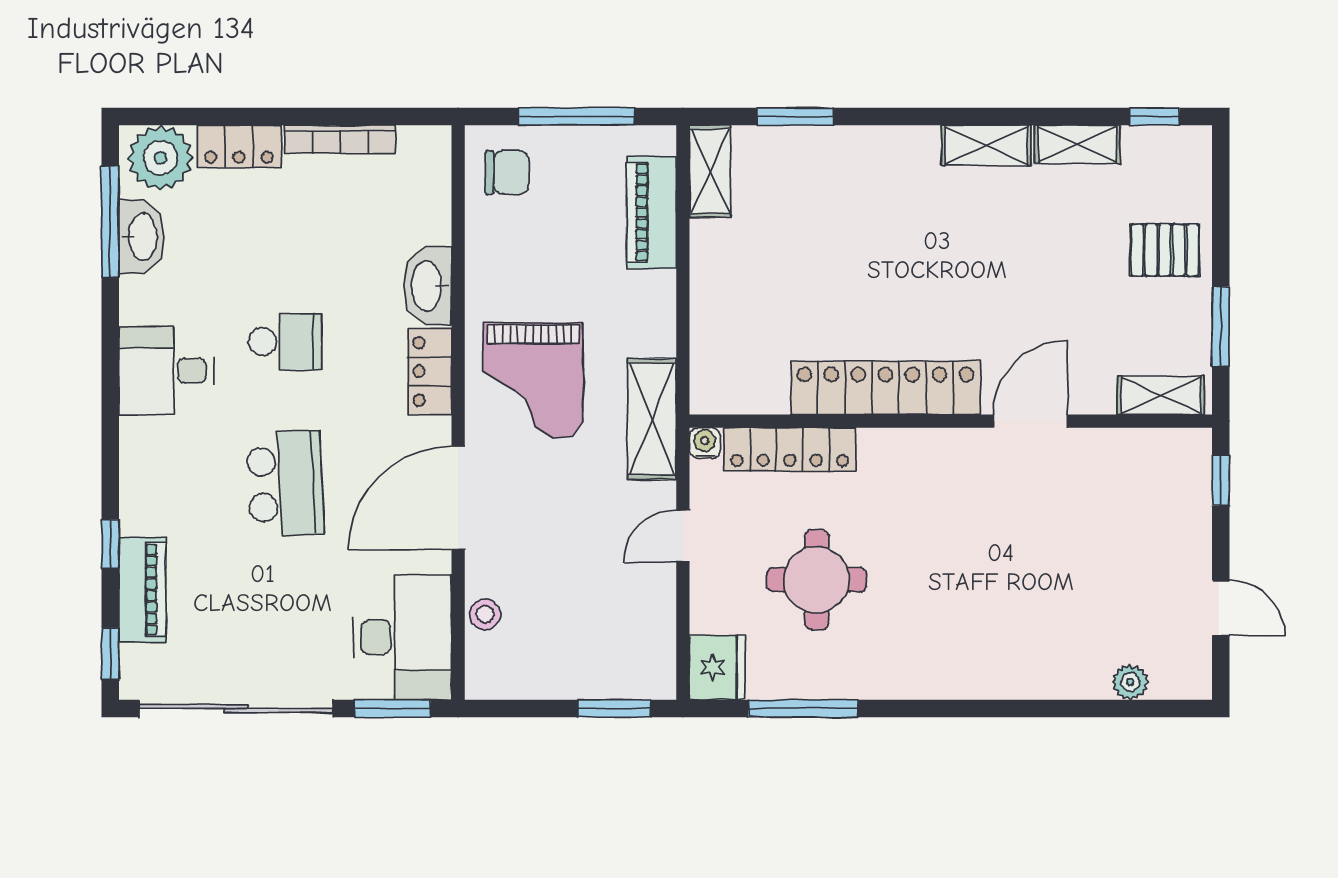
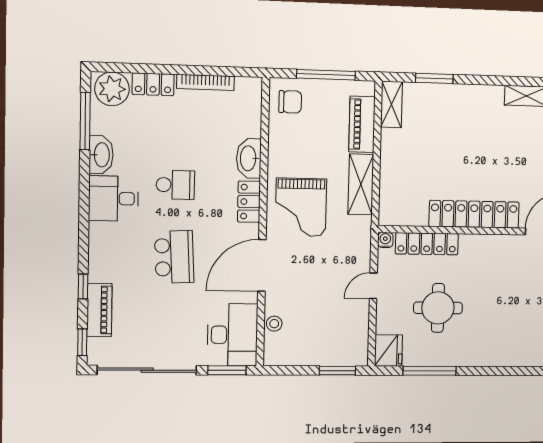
washbasin: (142, 237) -> (101, 155), moved
shelving: (652, 419) -> (361, 184), moved

